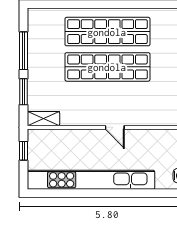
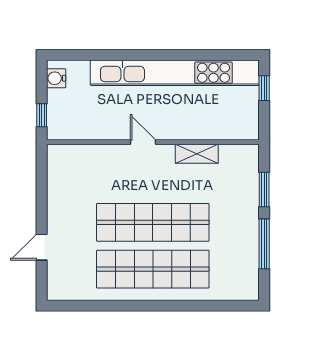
shelving: (43, 119) -> (197, 154), moved
window: (23, 151) -> (264, 88), moved

